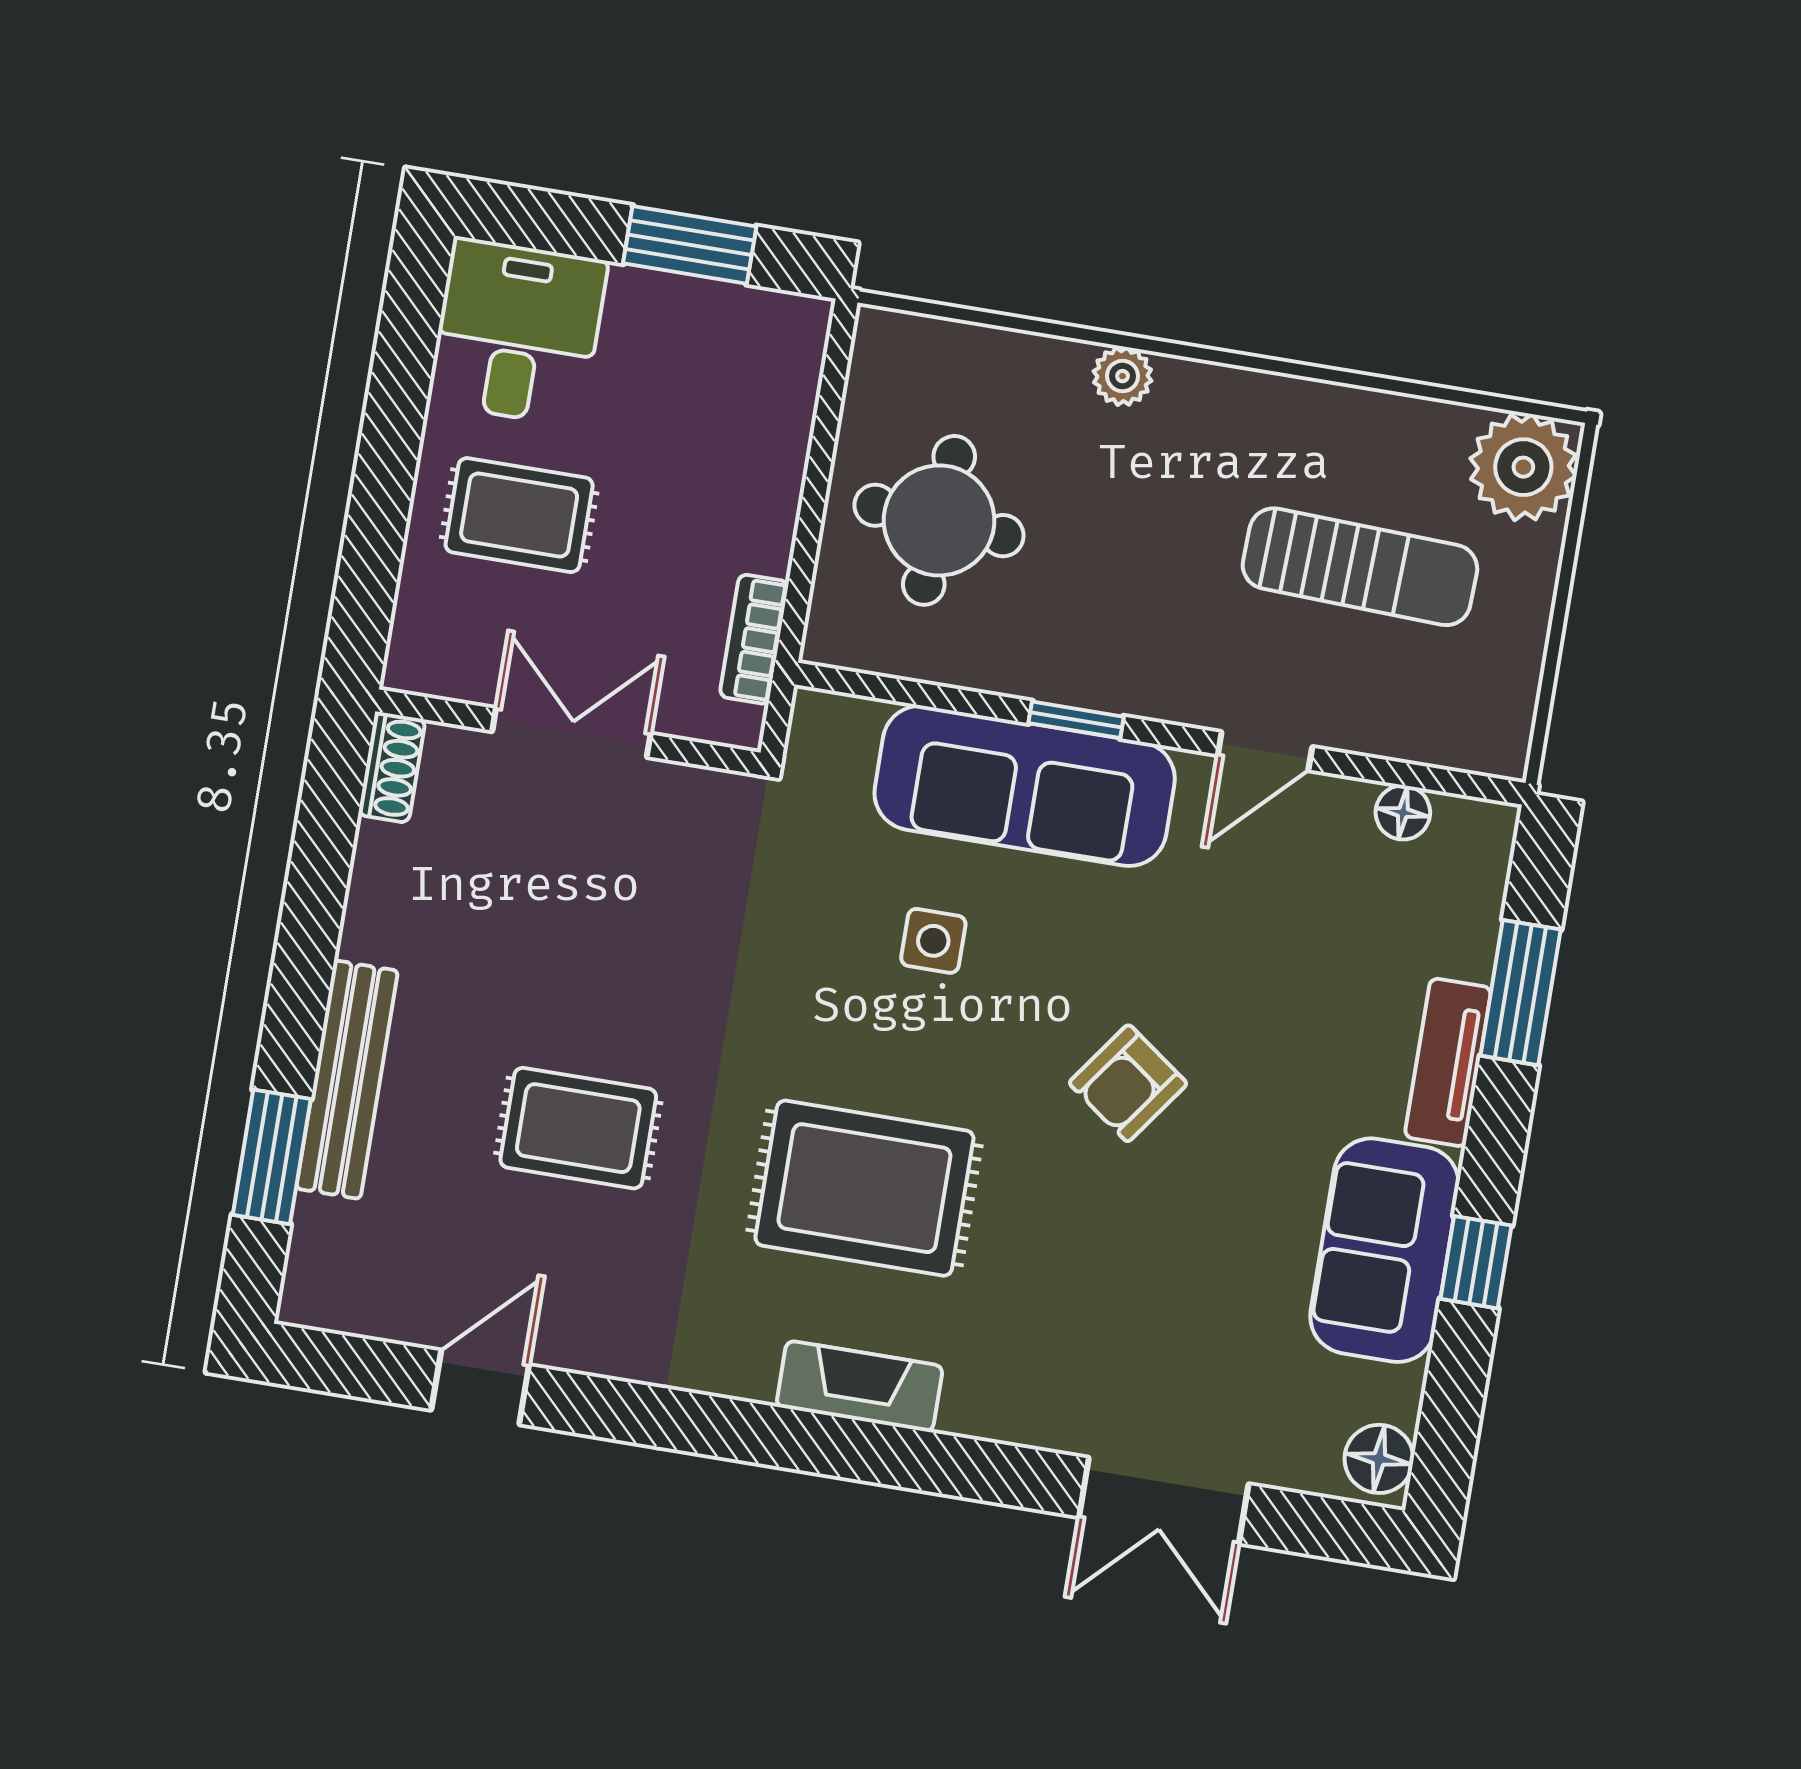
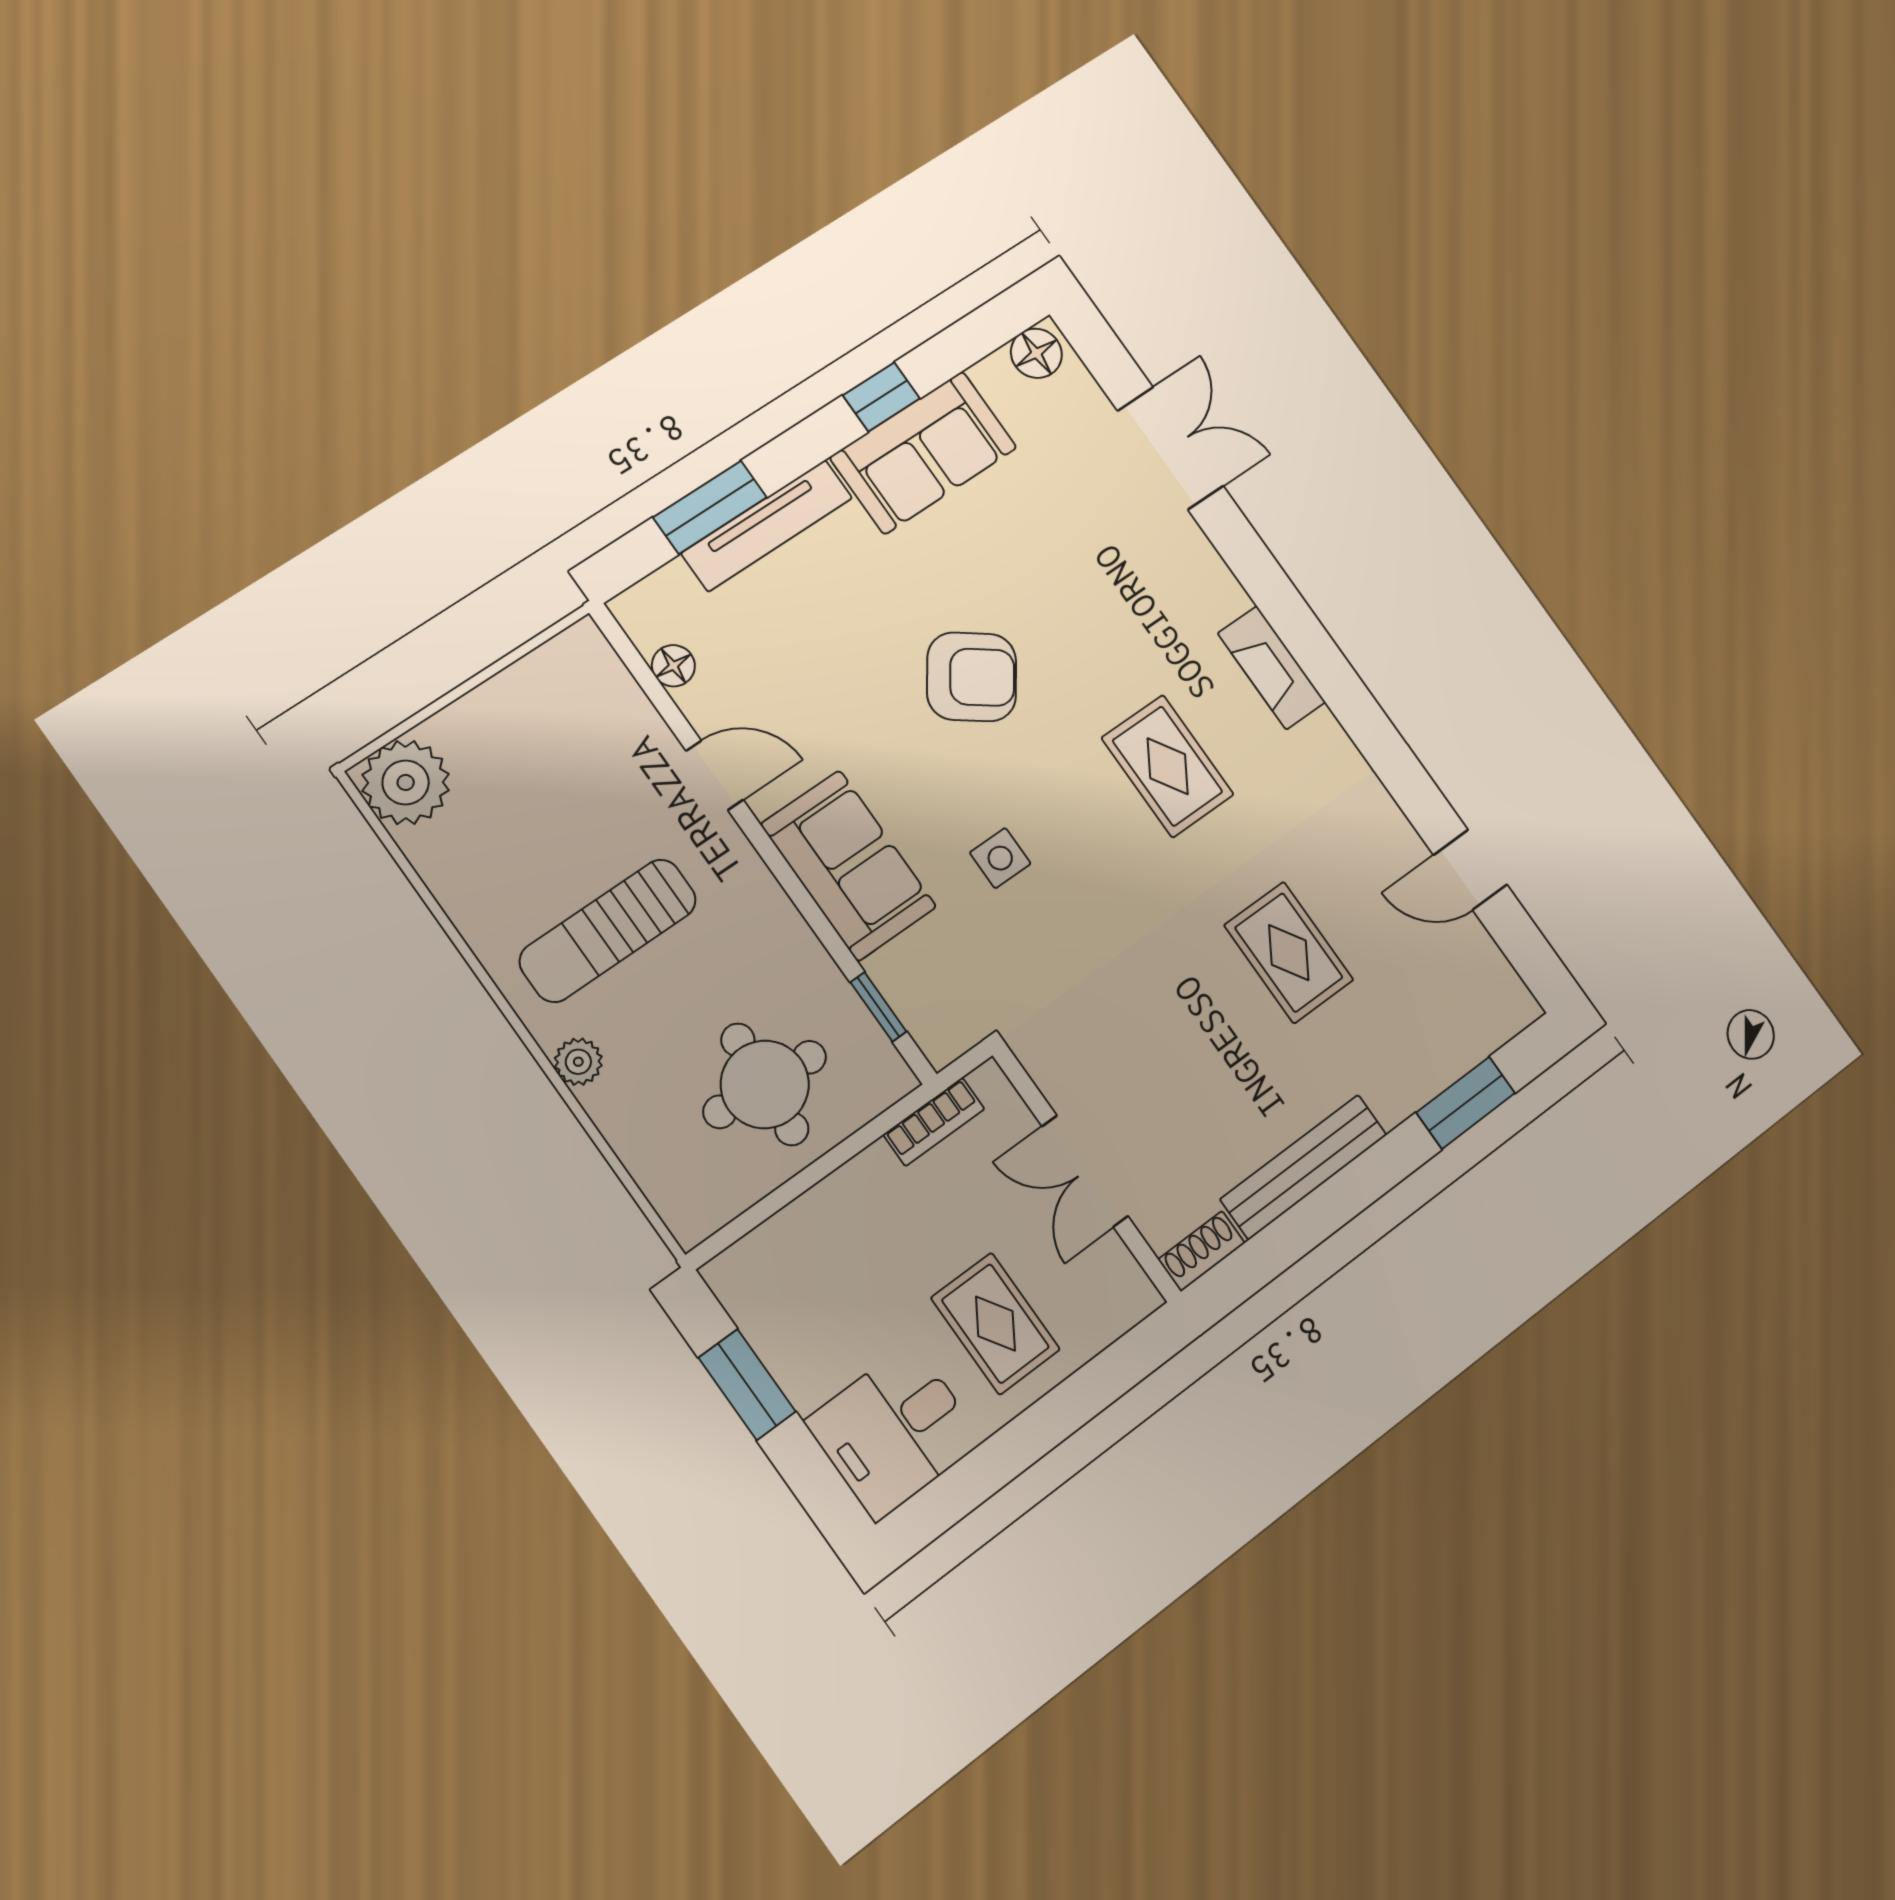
sun lounger: (1360, 567) -> (608, 930), moved, turned -92
window: (1076, 720) -> (878, 1007), moved
sofa: (1025, 786) -> (849, 866), width x0.73
tv unit: (1448, 1062) -> (767, 526), width x1.41
bench: (347, 1080) -> (1304, 1167), moved
armchair: (1128, 1083) -> (972, 677), width x1.38, depth x1.38
rug: (864, 1188) -> (1168, 766), width x0.73, depth x0.70

